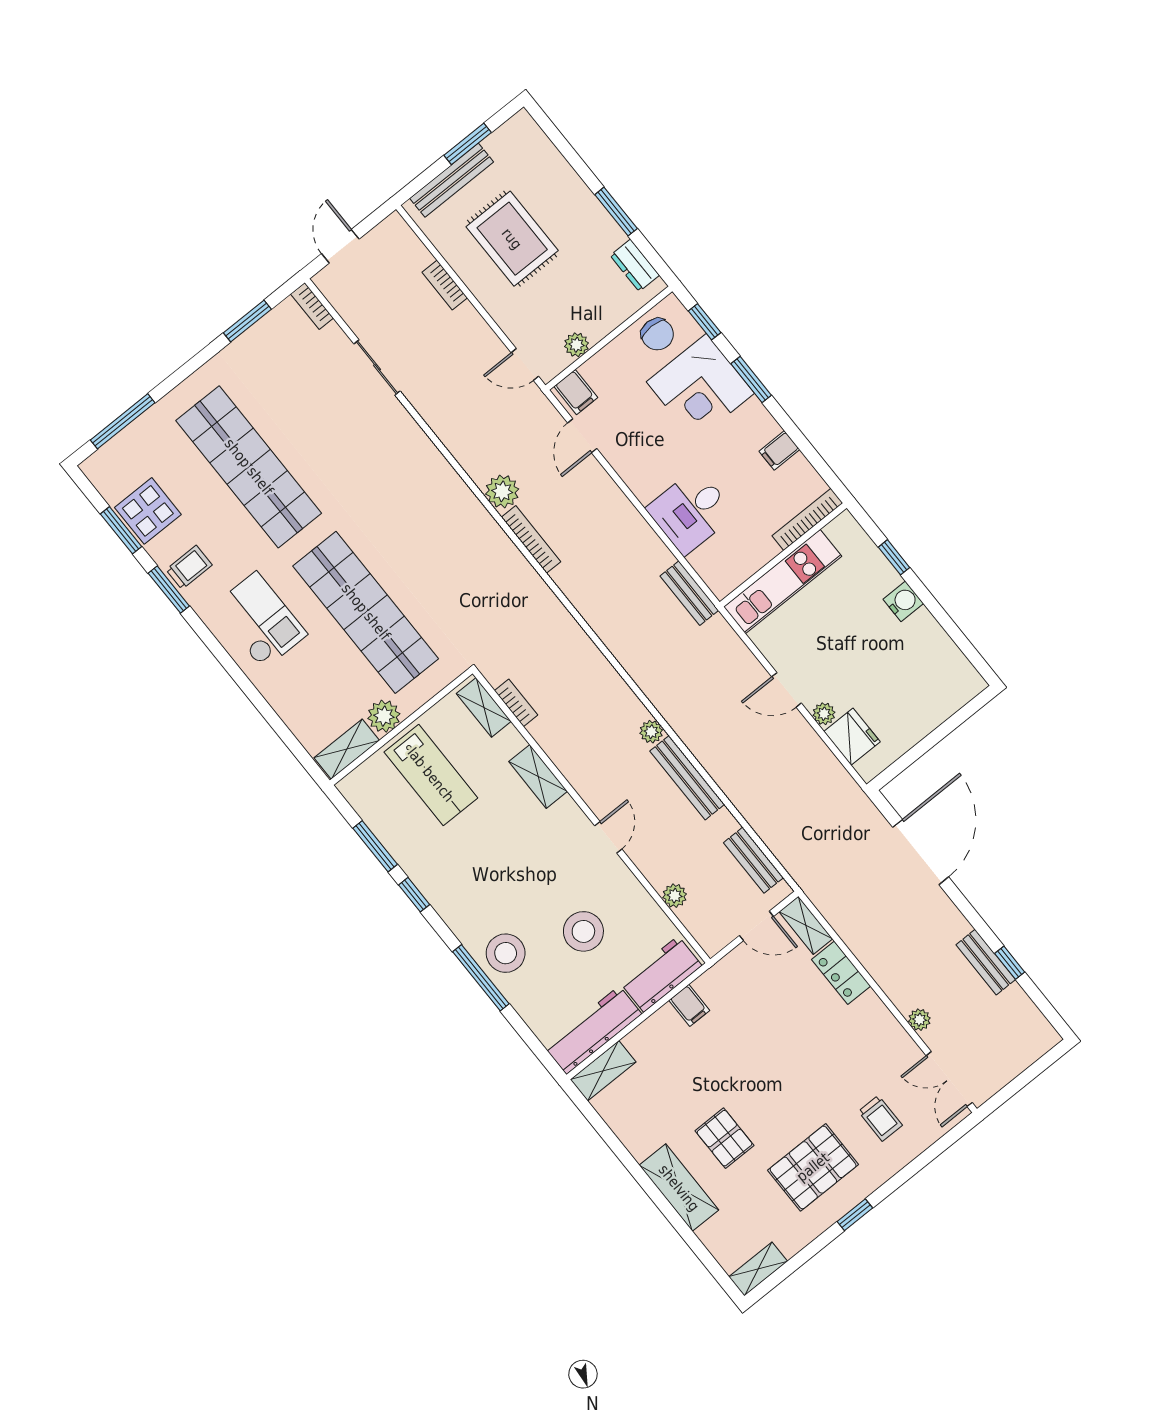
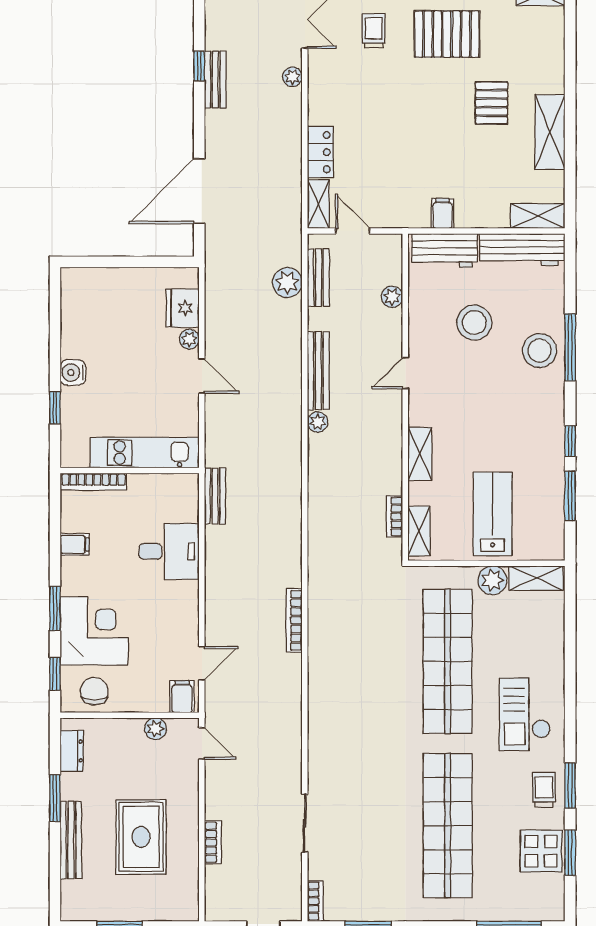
bench: (452, 180) -> (71, 840), moved, turned 90
plant: (502, 491) -> (287, 283), moved
trolley: (189, 567) -> (544, 790), turned 90
shelving: (679, 1188) -> (550, 132), moved

